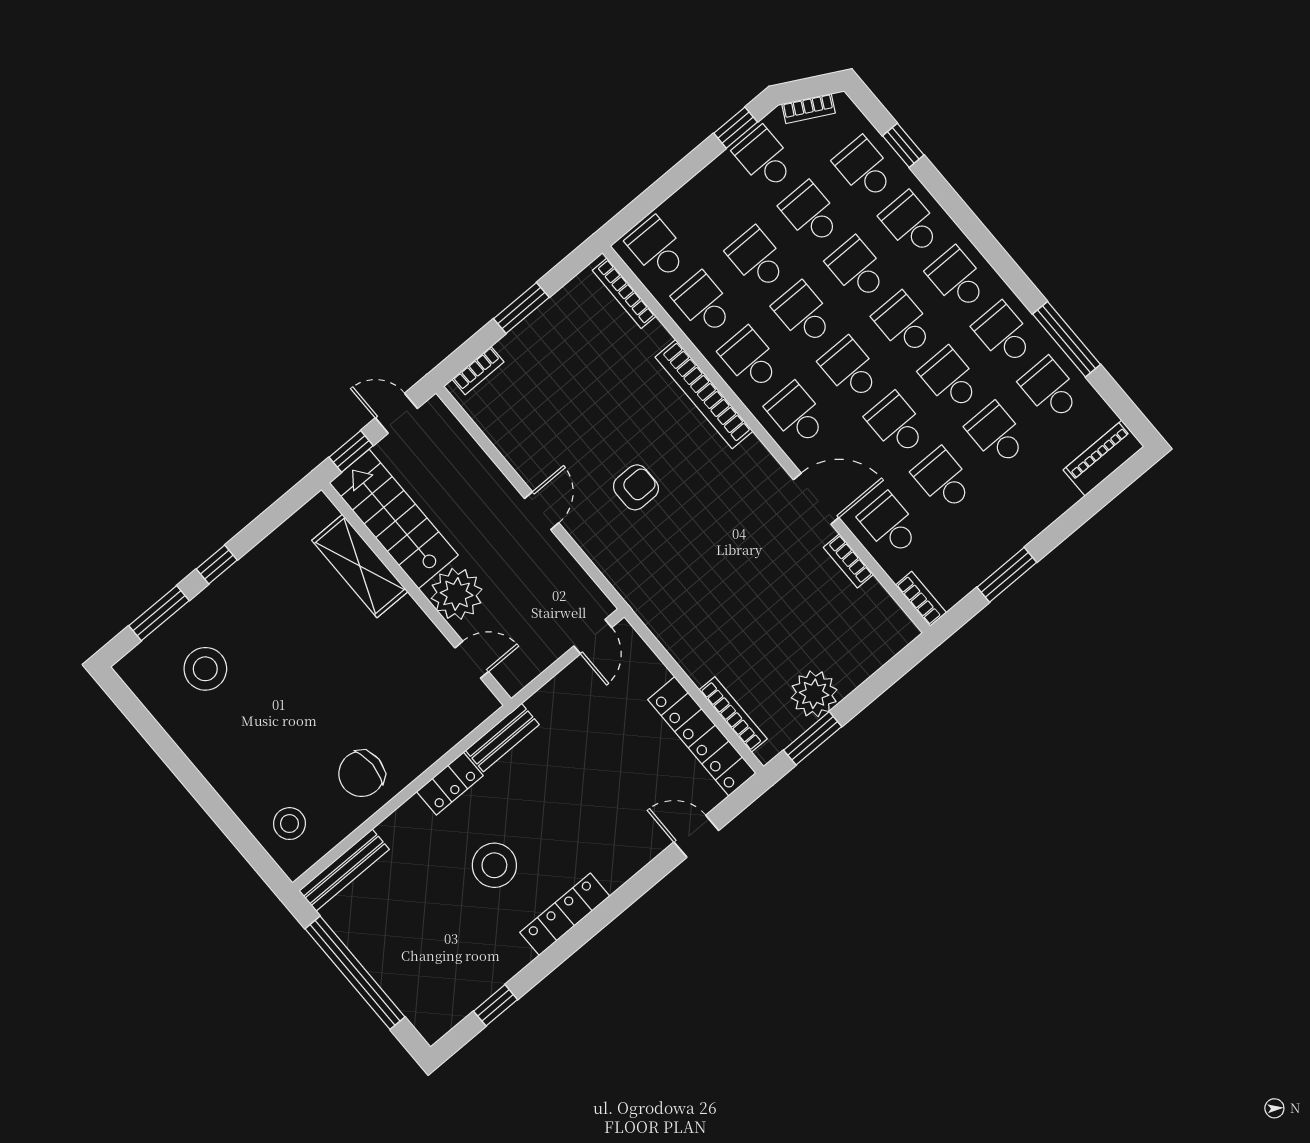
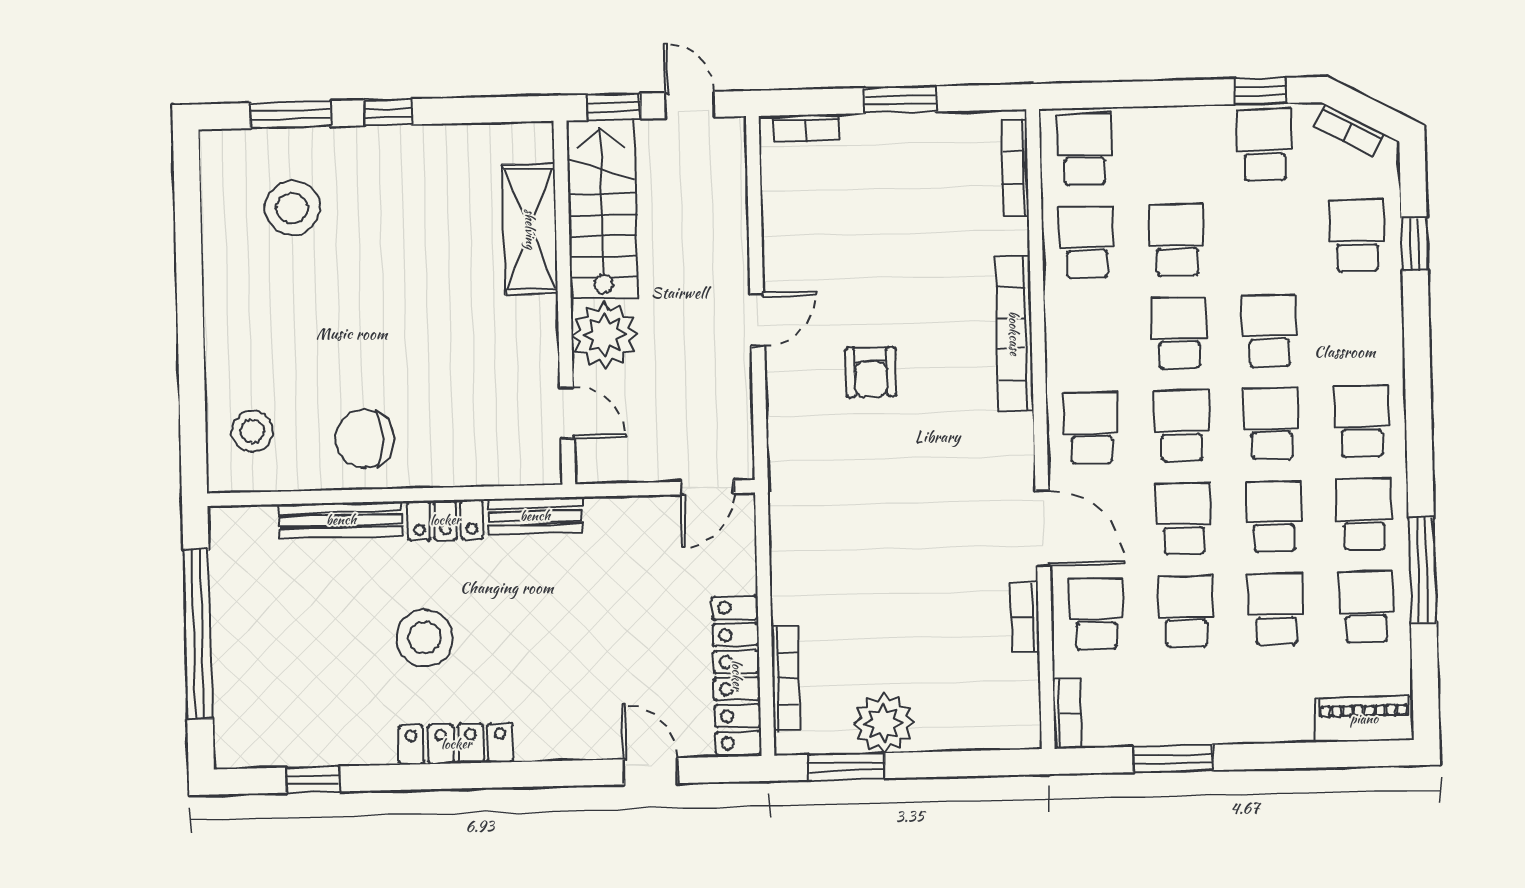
school desk: (811, 213) -> (1267, 238), removed
school desk: (911, 223) -> (1359, 328), removed
school desk: (750, 359) -> (1089, 335), removed
armchair: (636, 487) -> (871, 372), turned 90
bench: (344, 870) -> (341, 520), moved

